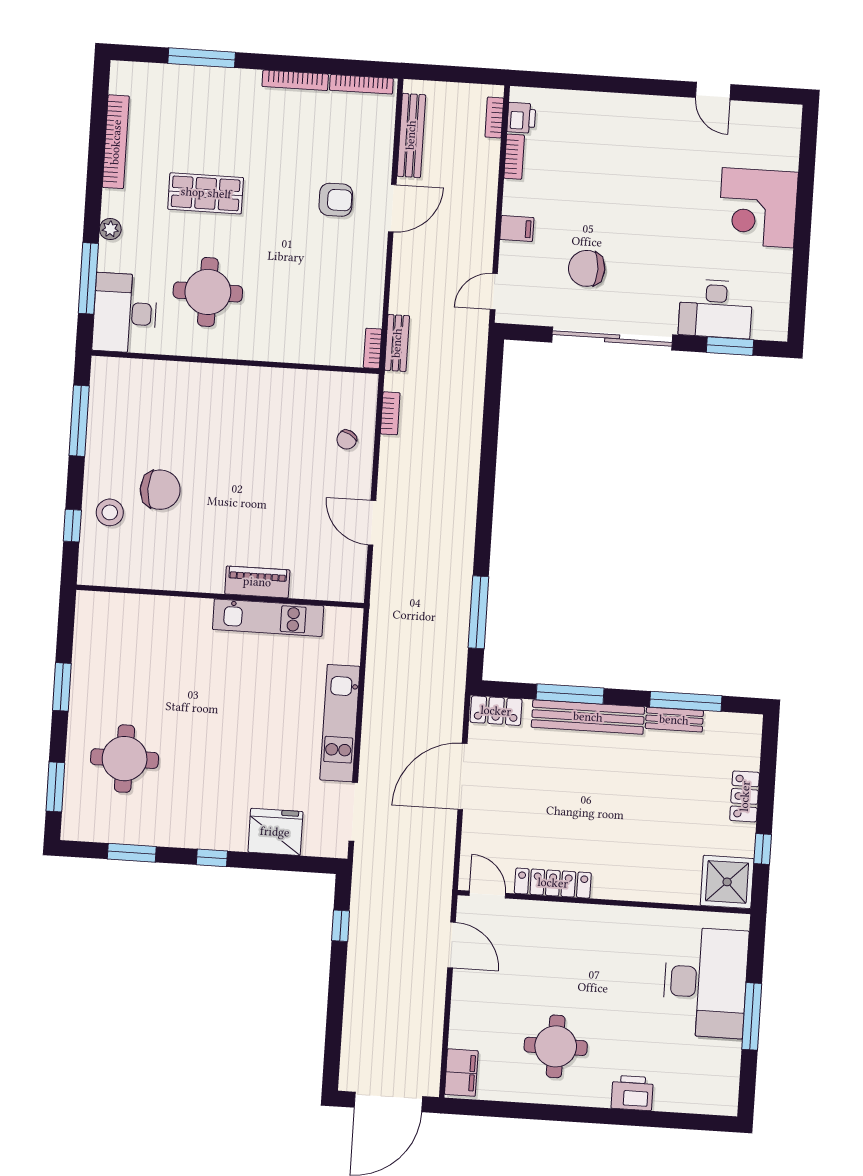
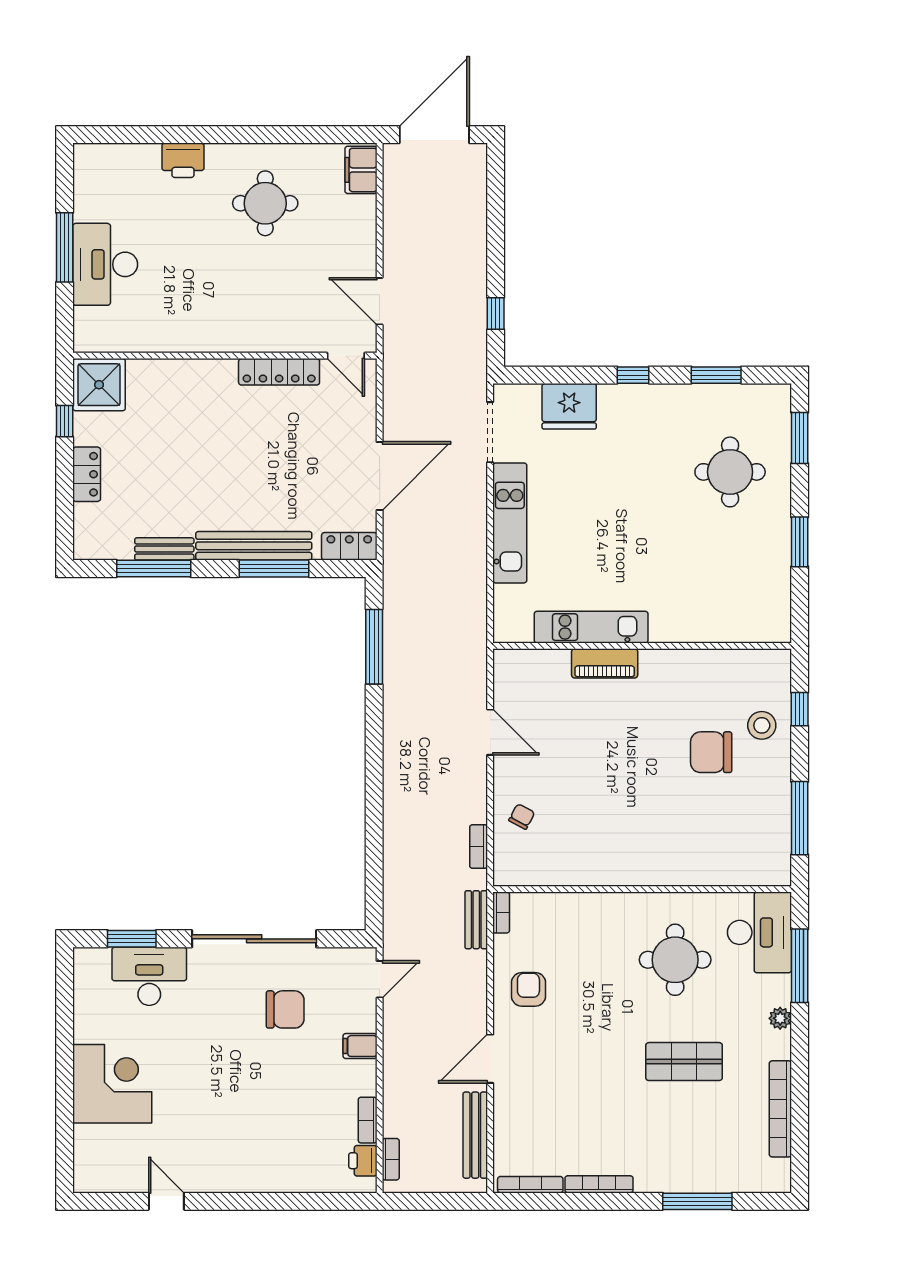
armchair: (336, 200) -> (528, 989), moved, turned 90
desk: (705, 982) -> (105, 264), width x0.73, depth x0.77

